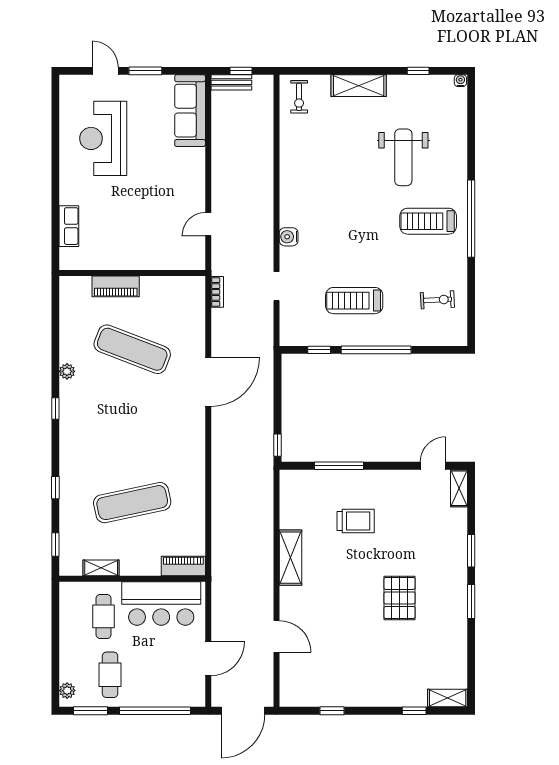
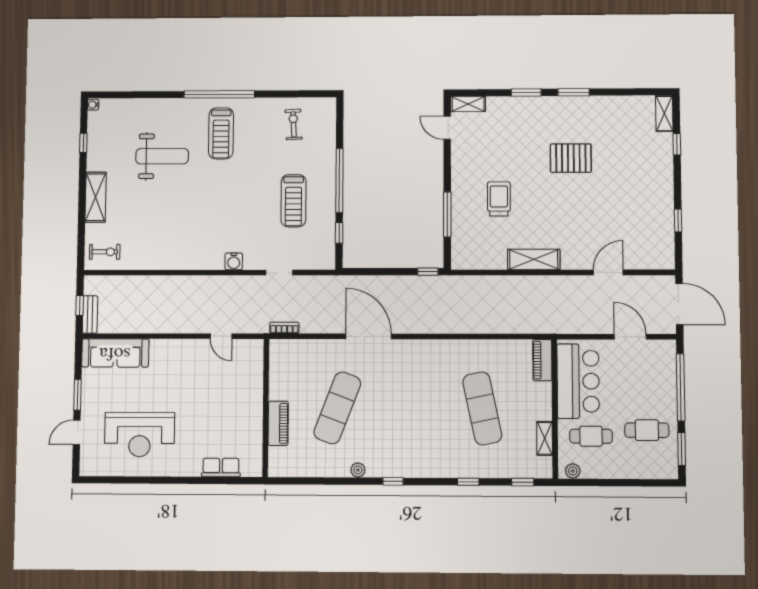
plant: (67, 691) -> (573, 471), moved

